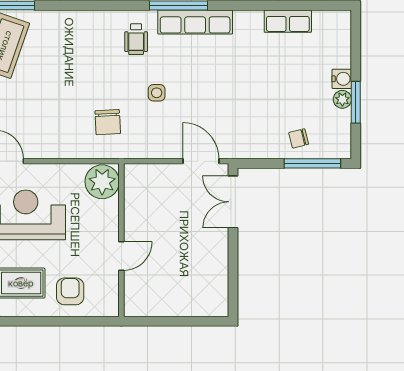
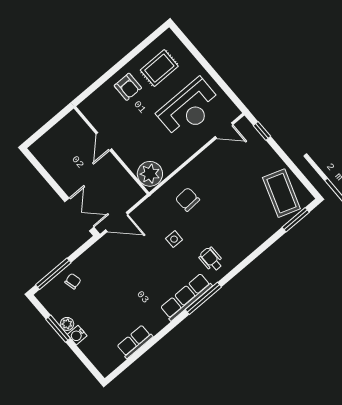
plant: (102, 182) -> (150, 174), moved
wall: (121, 240) -> (111, 150), moved
door: (121, 256) -> (104, 141), moved

